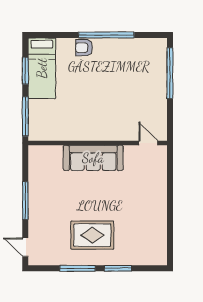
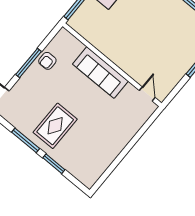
armchair: (40, 185) -> (47, 61), added
rug: (92, 235) -> (55, 126), turned 90

